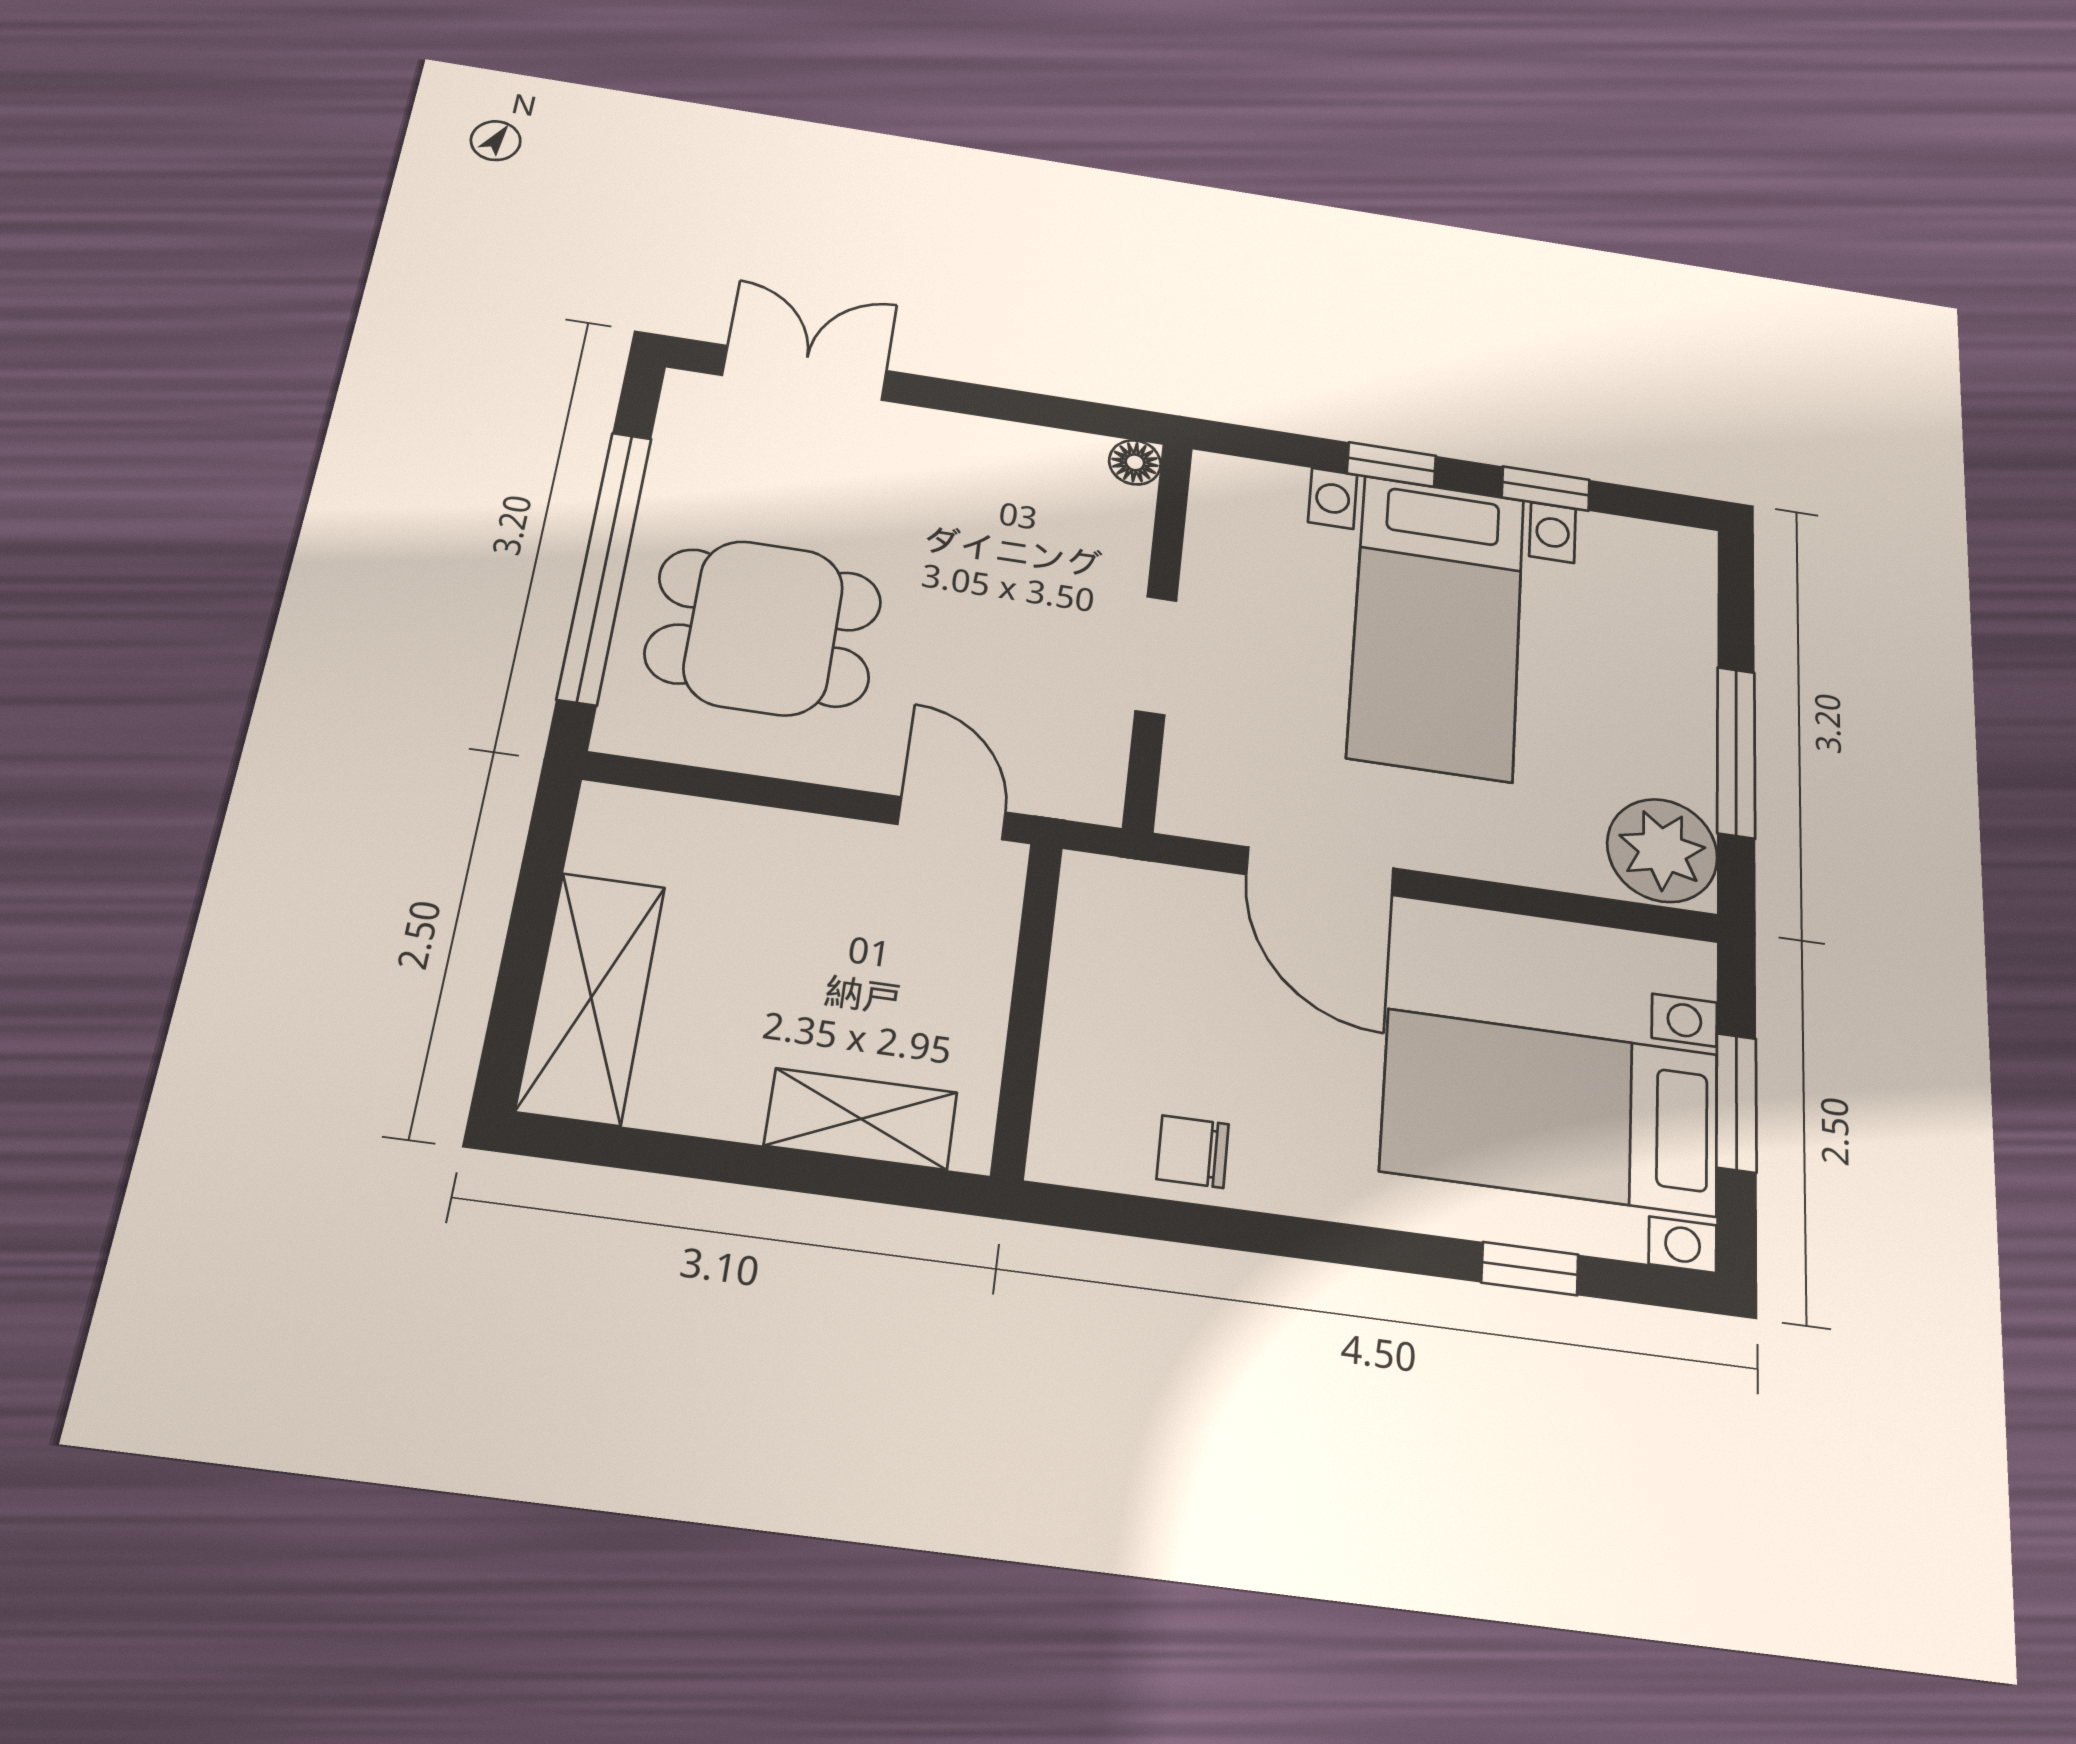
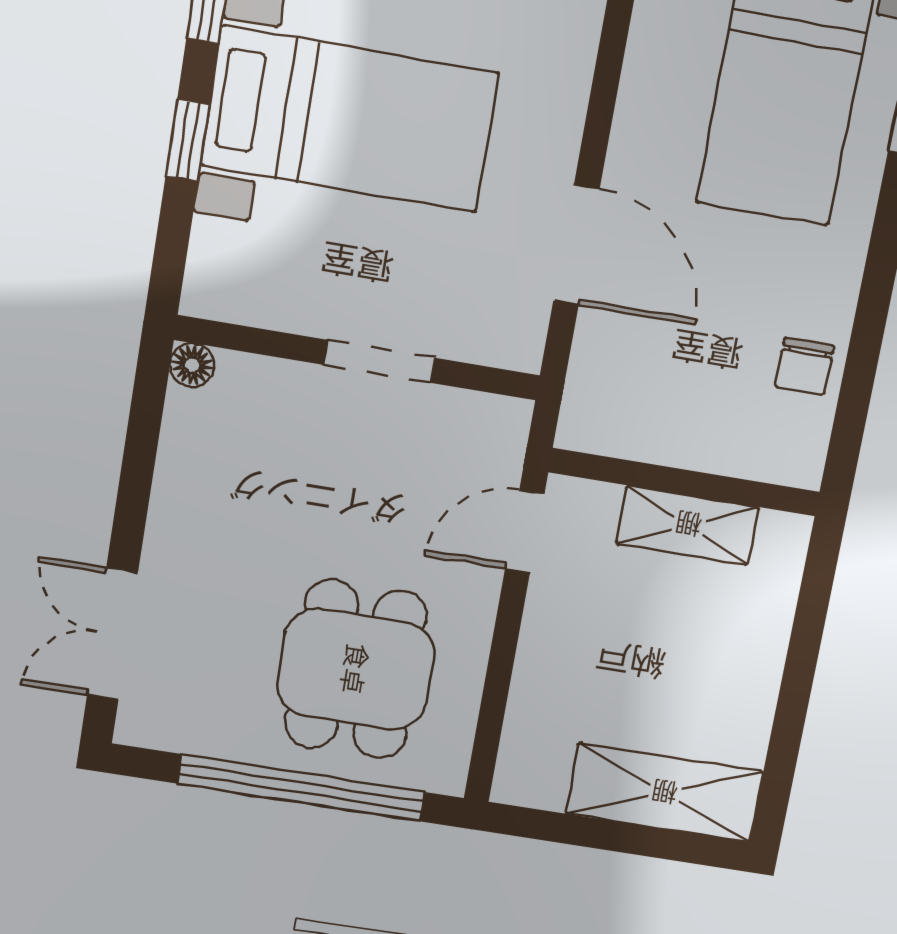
door: (1320, 871) -> (576, 245), hinge flipped
shelving: (861, 1119) -> (688, 525), moved, turned 90

